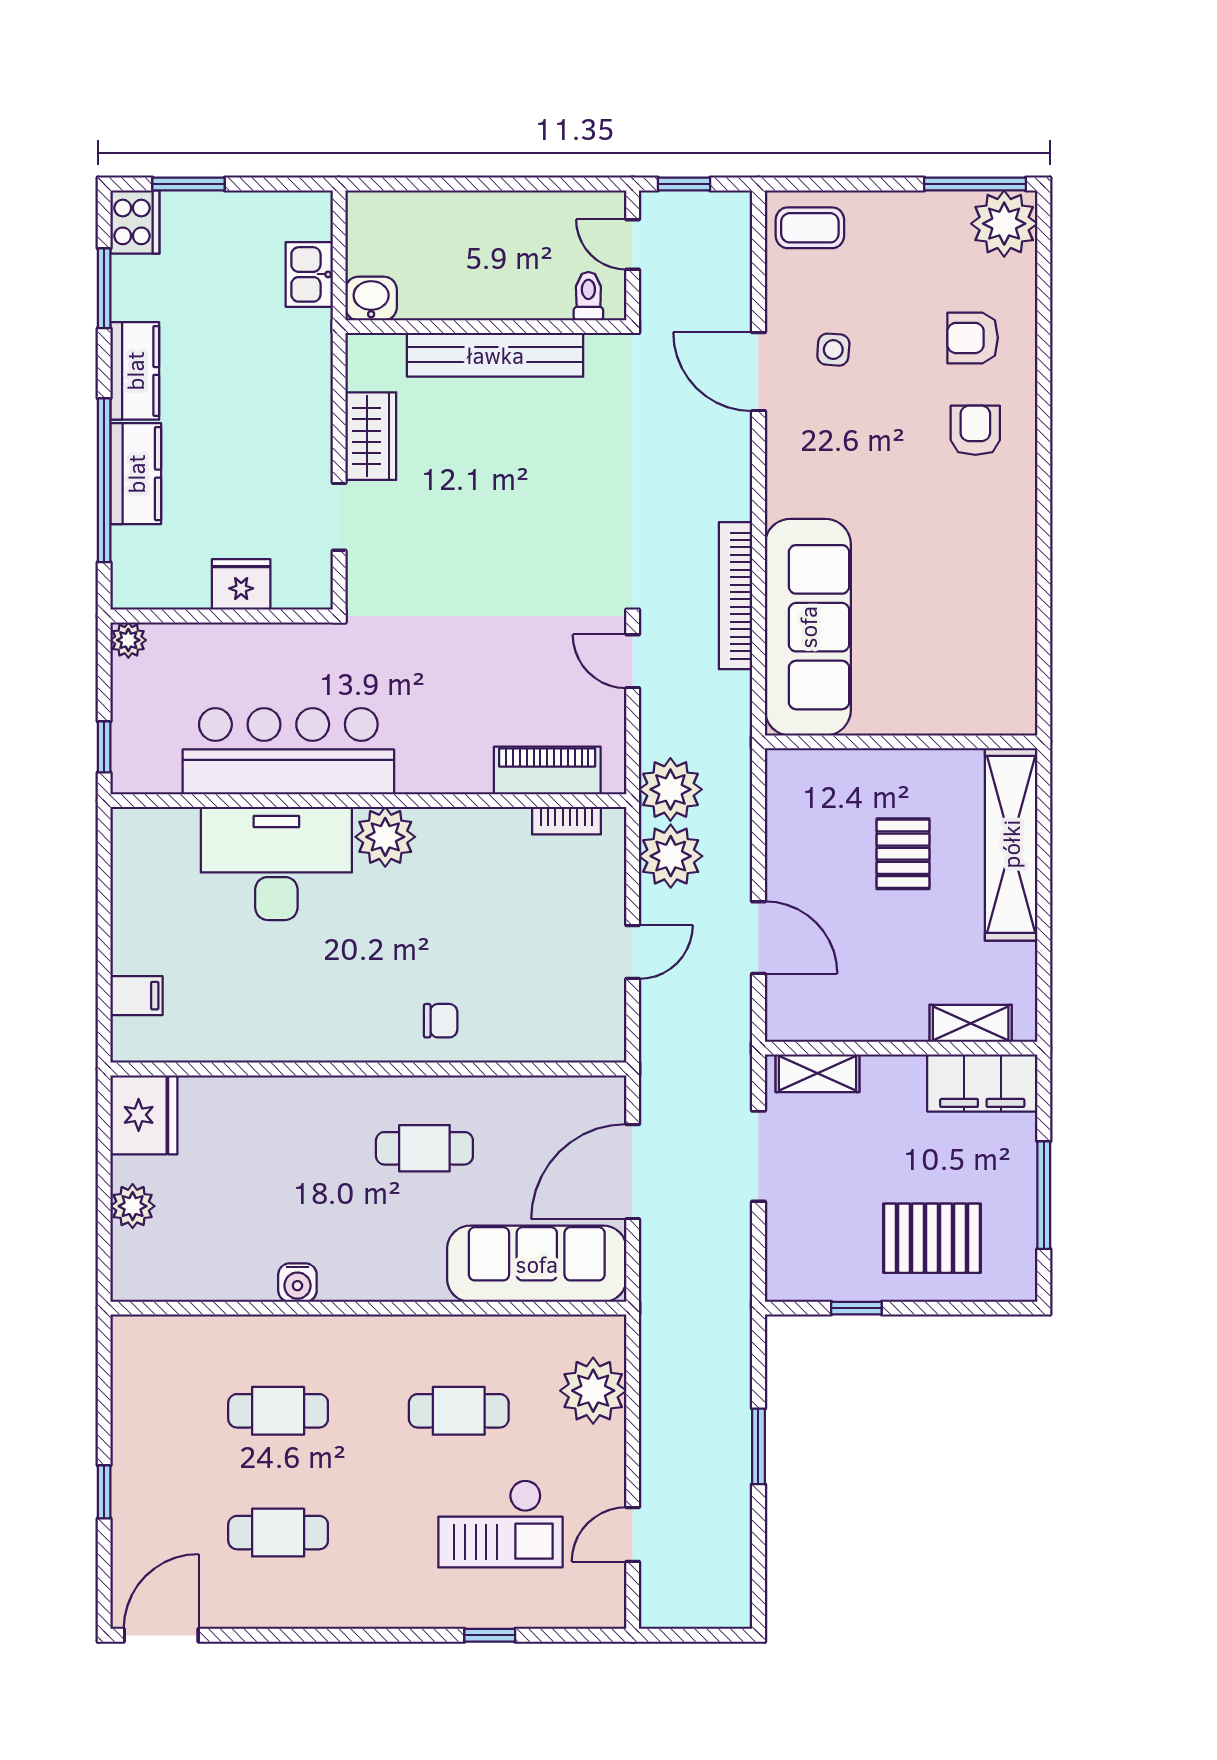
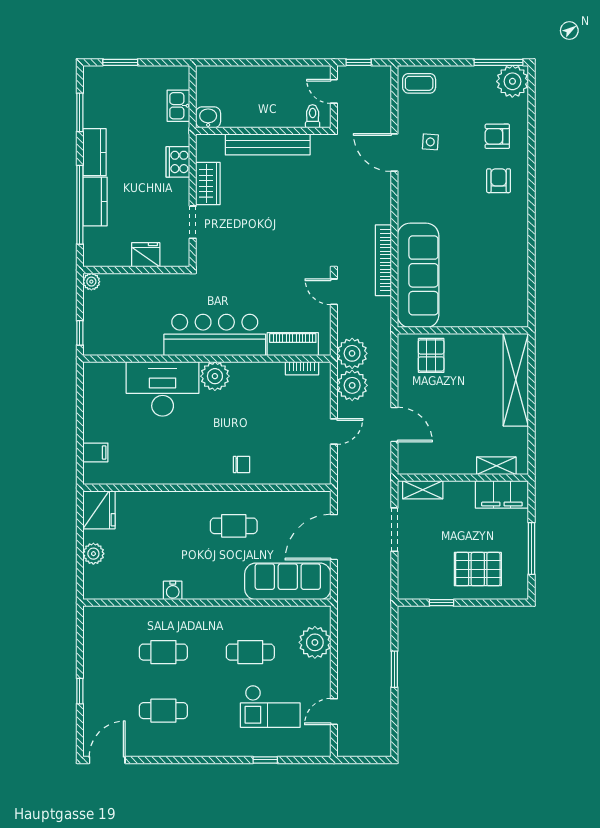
cooker: (135, 222) -> (178, 162), moved, turned 180
bar counter: (288, 751) -> (215, 335), moved
pallet: (903, 854) -> (431, 355), moved

